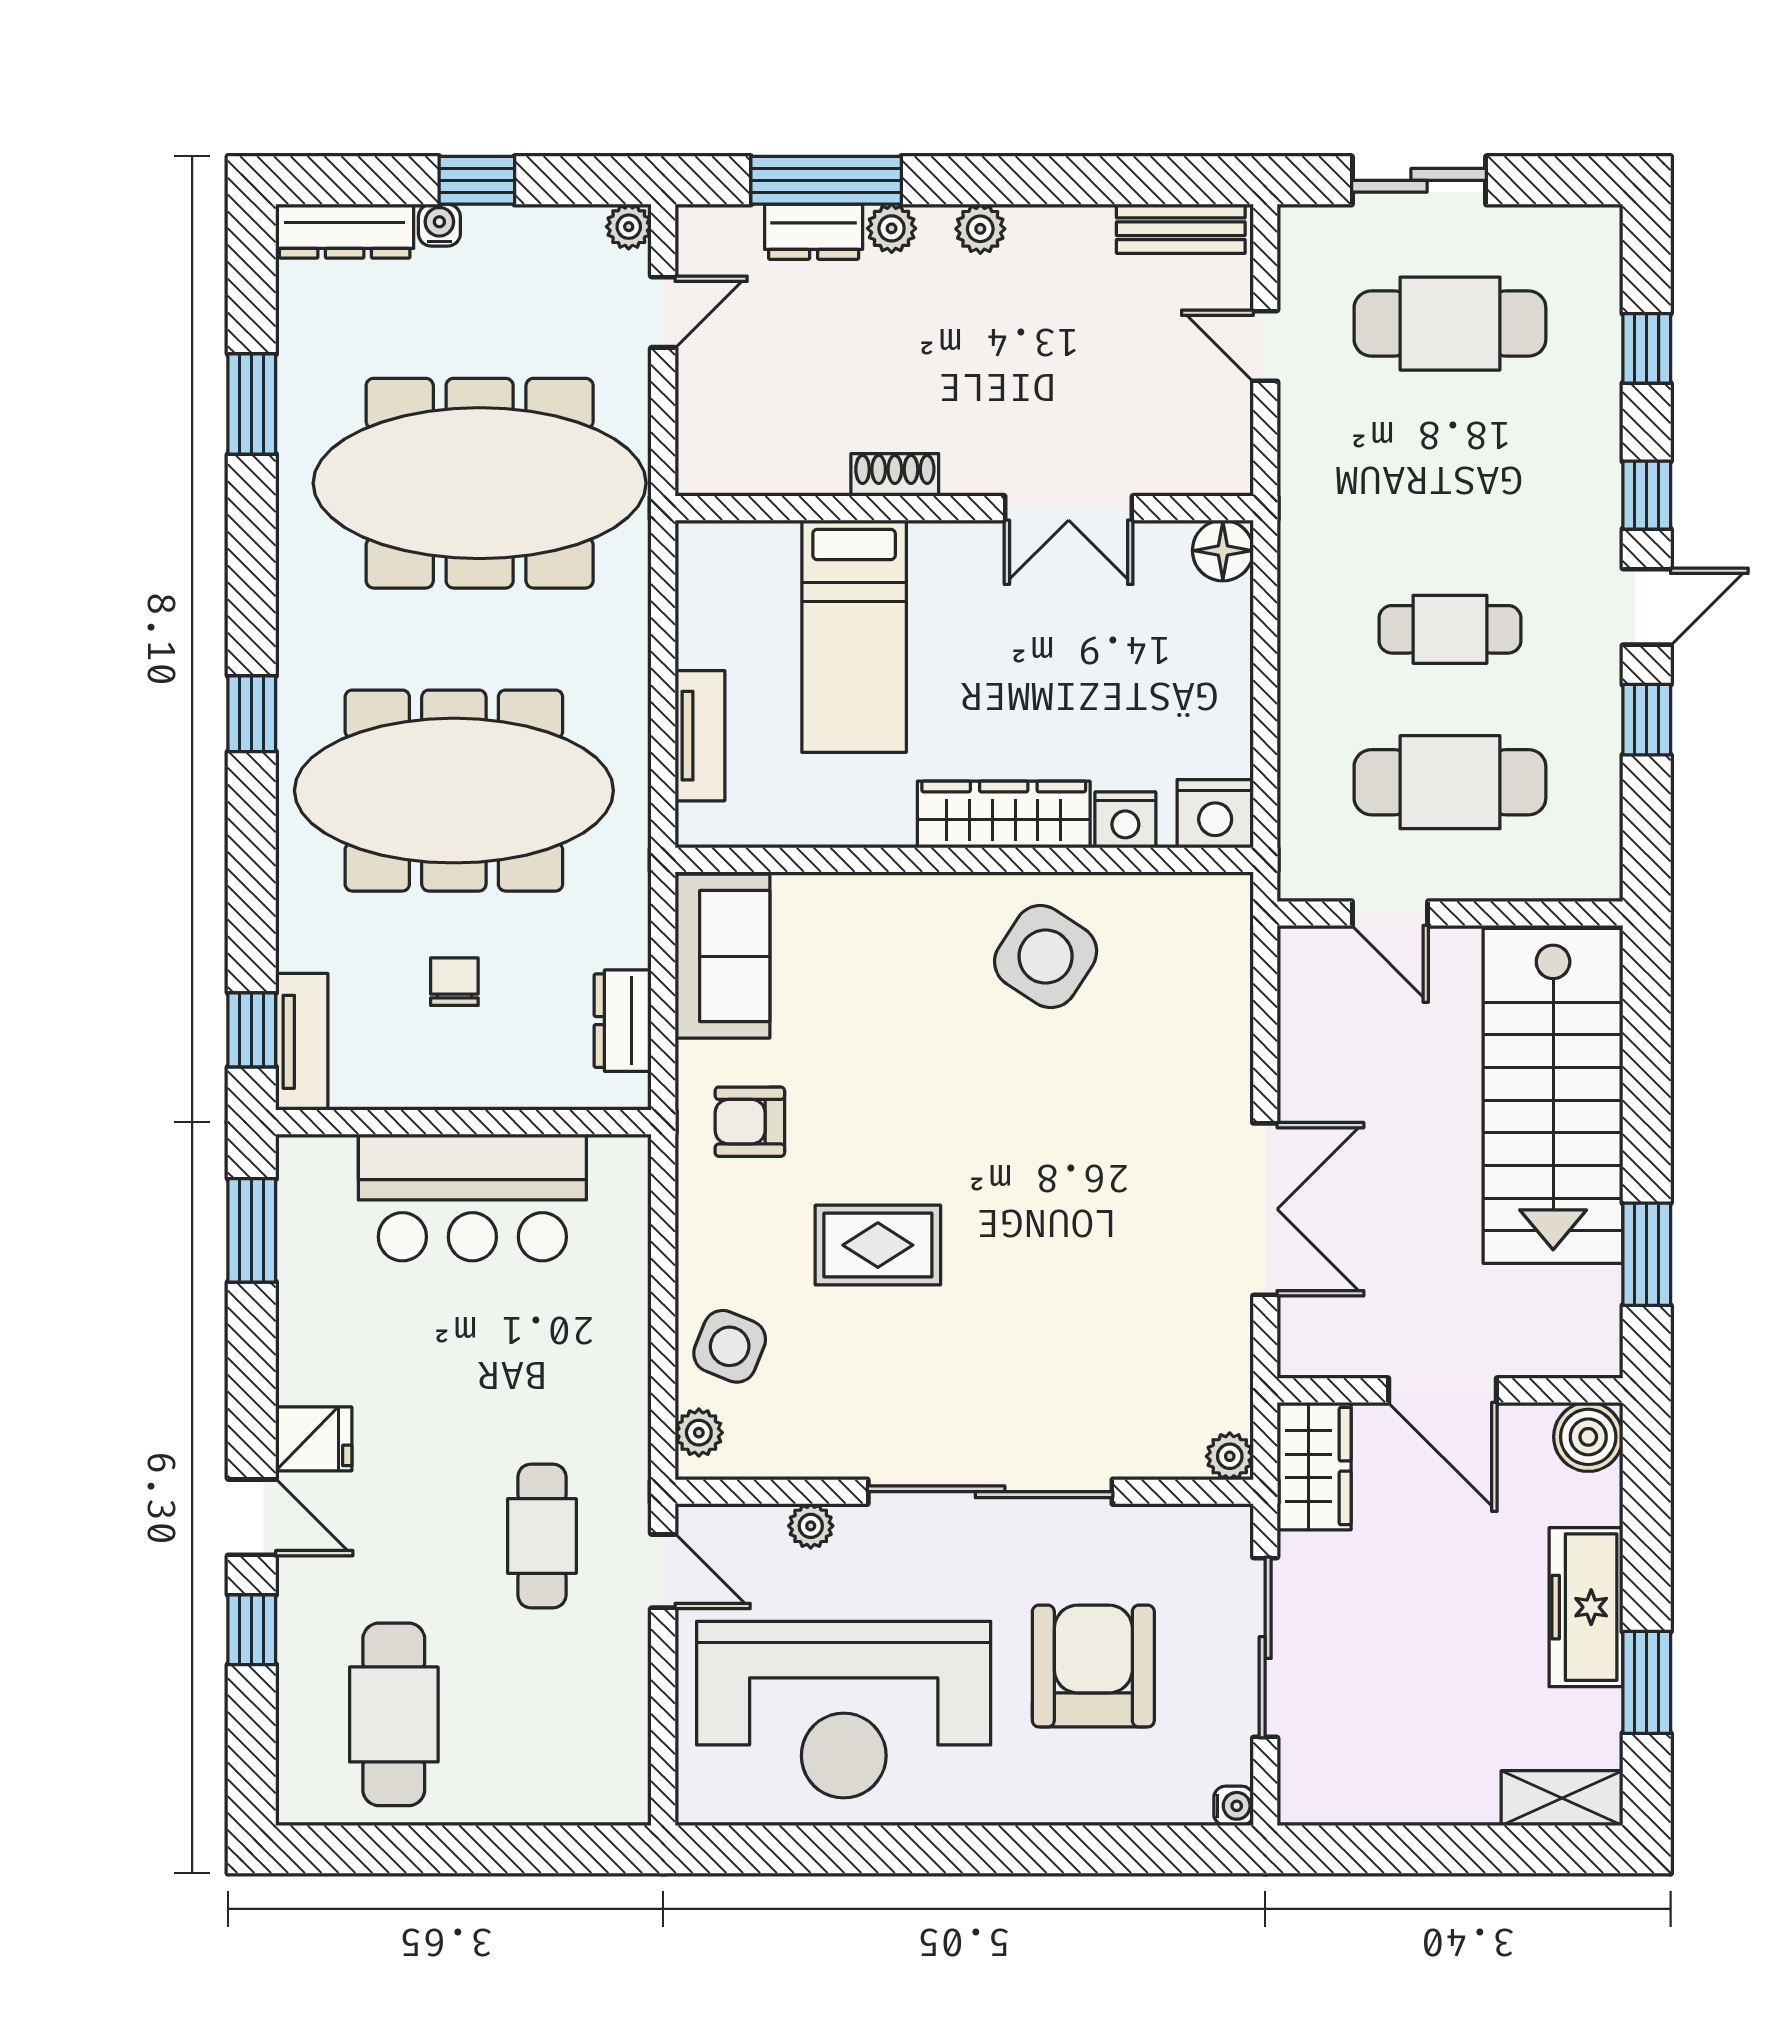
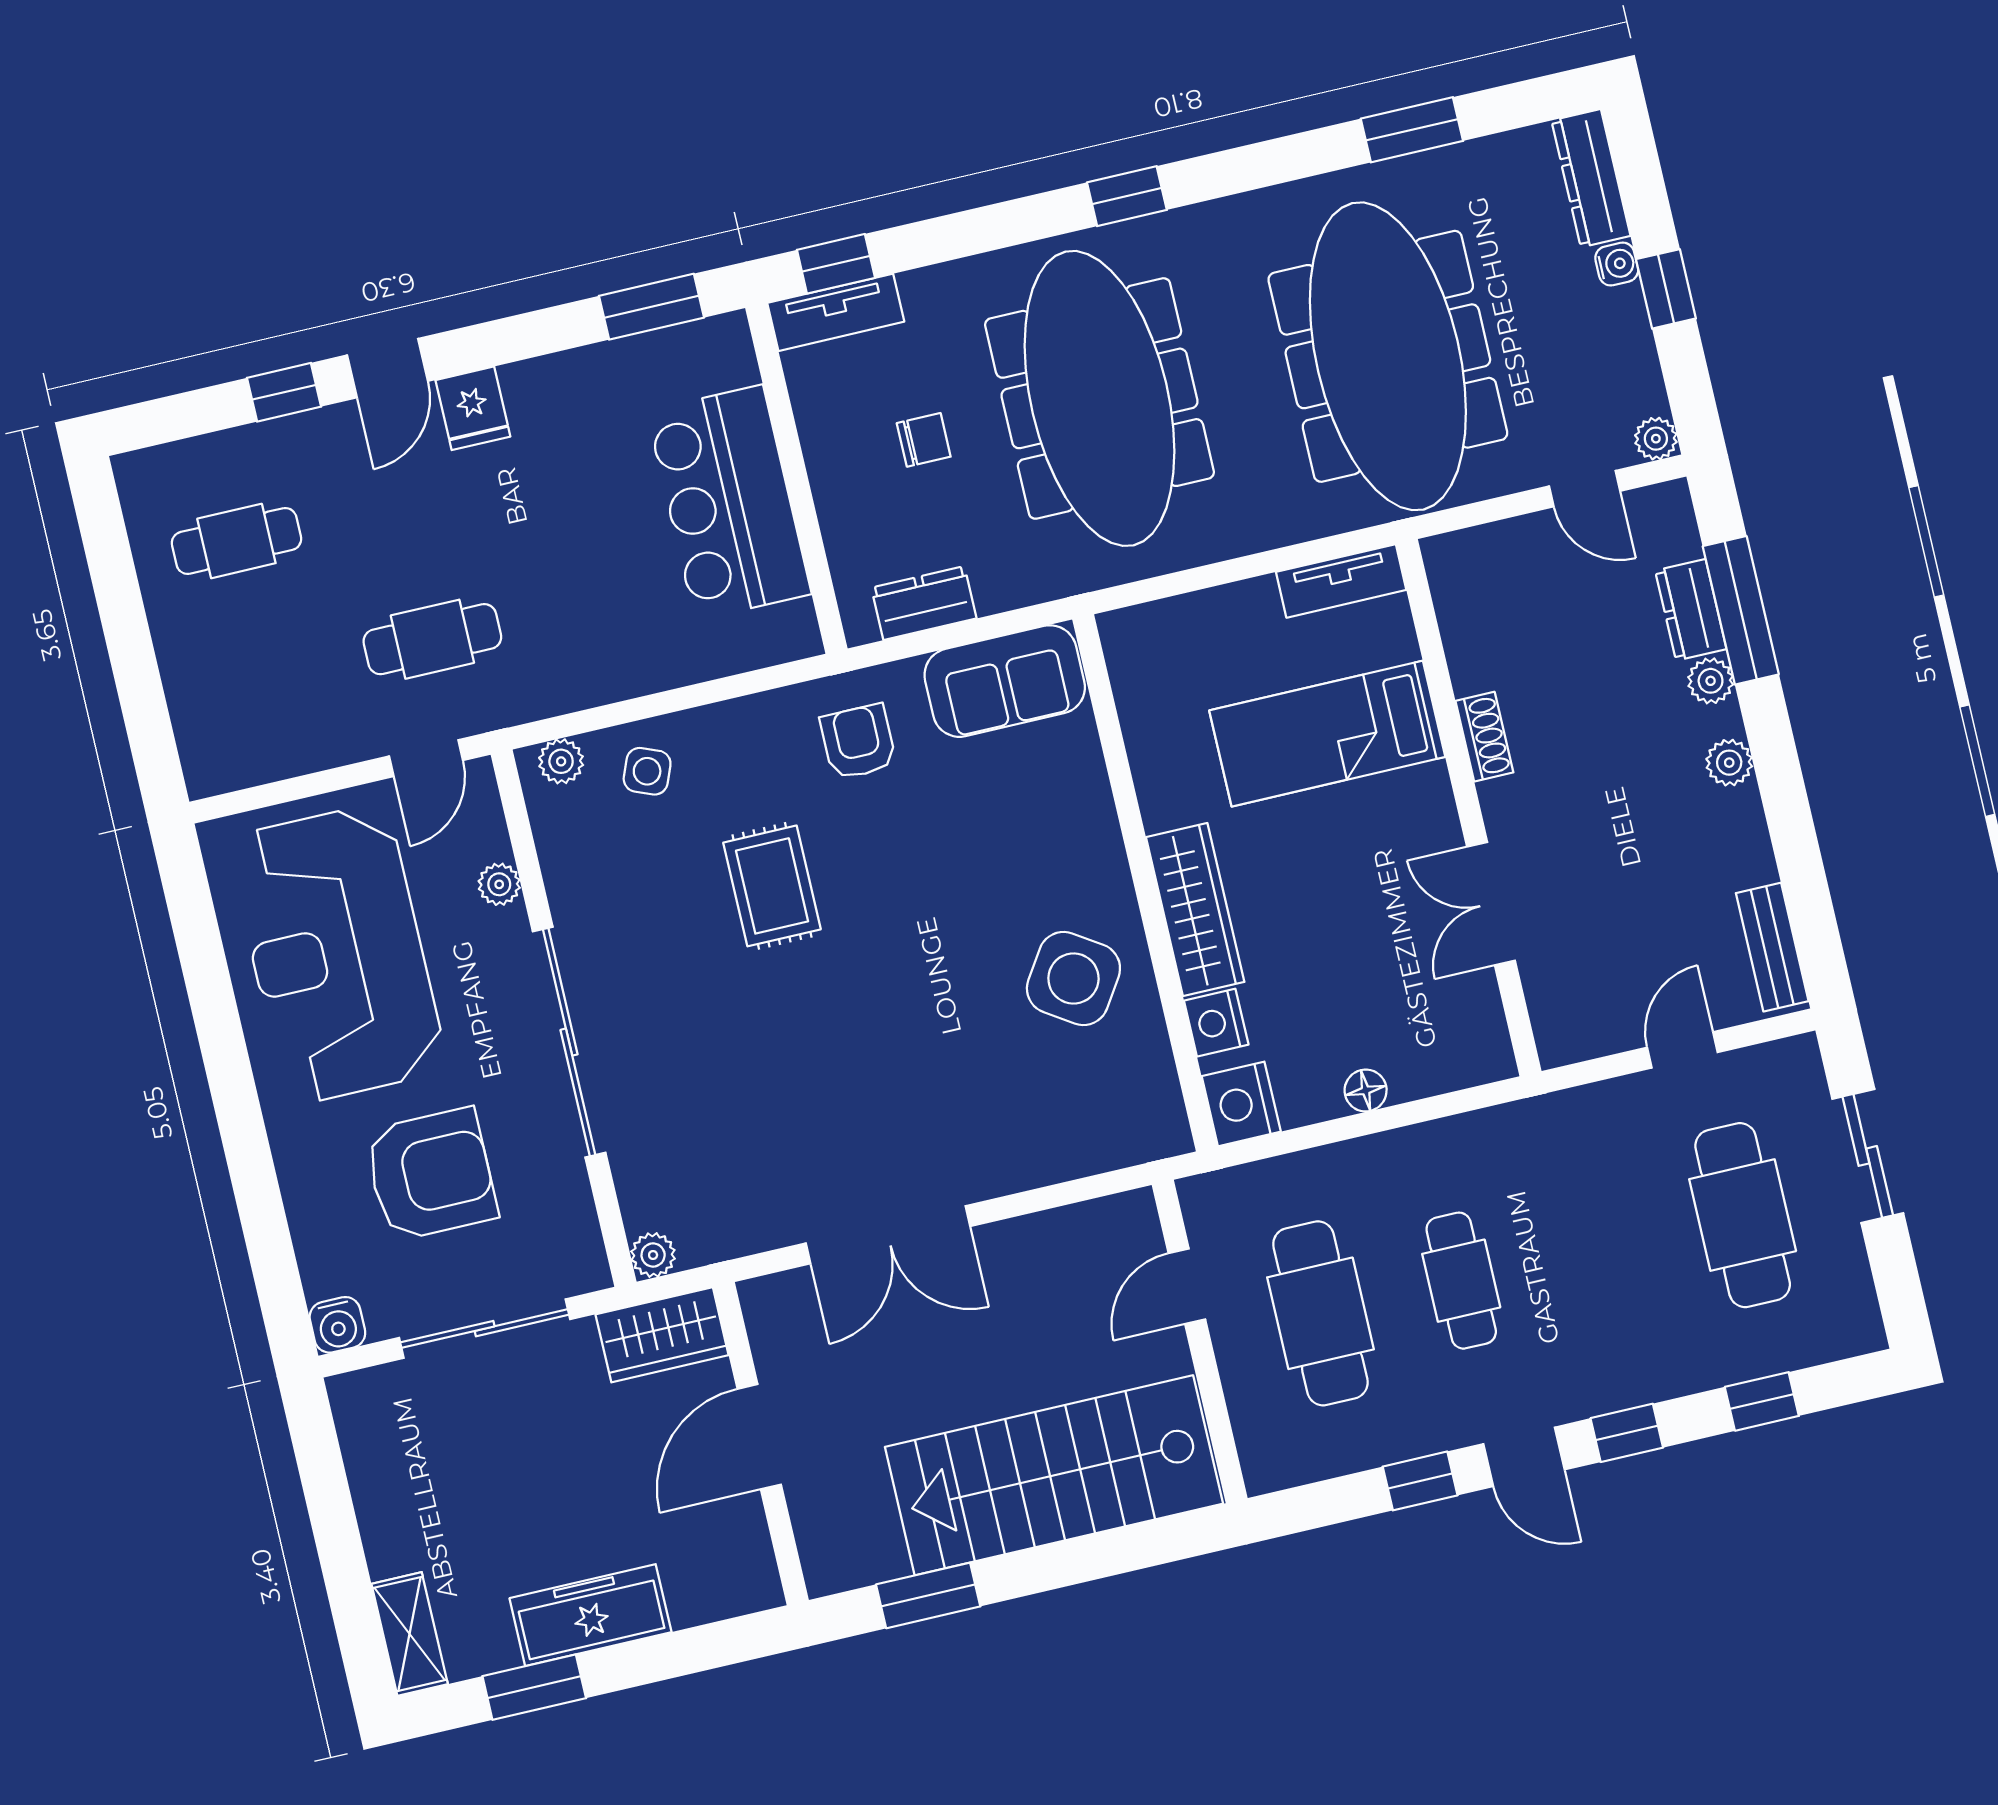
floor lamp: (1223, 551) -> (1366, 1090), moved, width x0.73, depth x0.73
tv unit: (700, 736) -> (1341, 581), moved
side table: (730, 1346) -> (647, 771), width x0.73, depth x0.73
boiler: (1588, 1437) -> (748, 1581), removed
cafe table: (394, 1714) -> (236, 541), width x0.73, depth x0.74
water cooler: (1234, 1806) -> (337, 1325), width x1.38, depth x1.38

